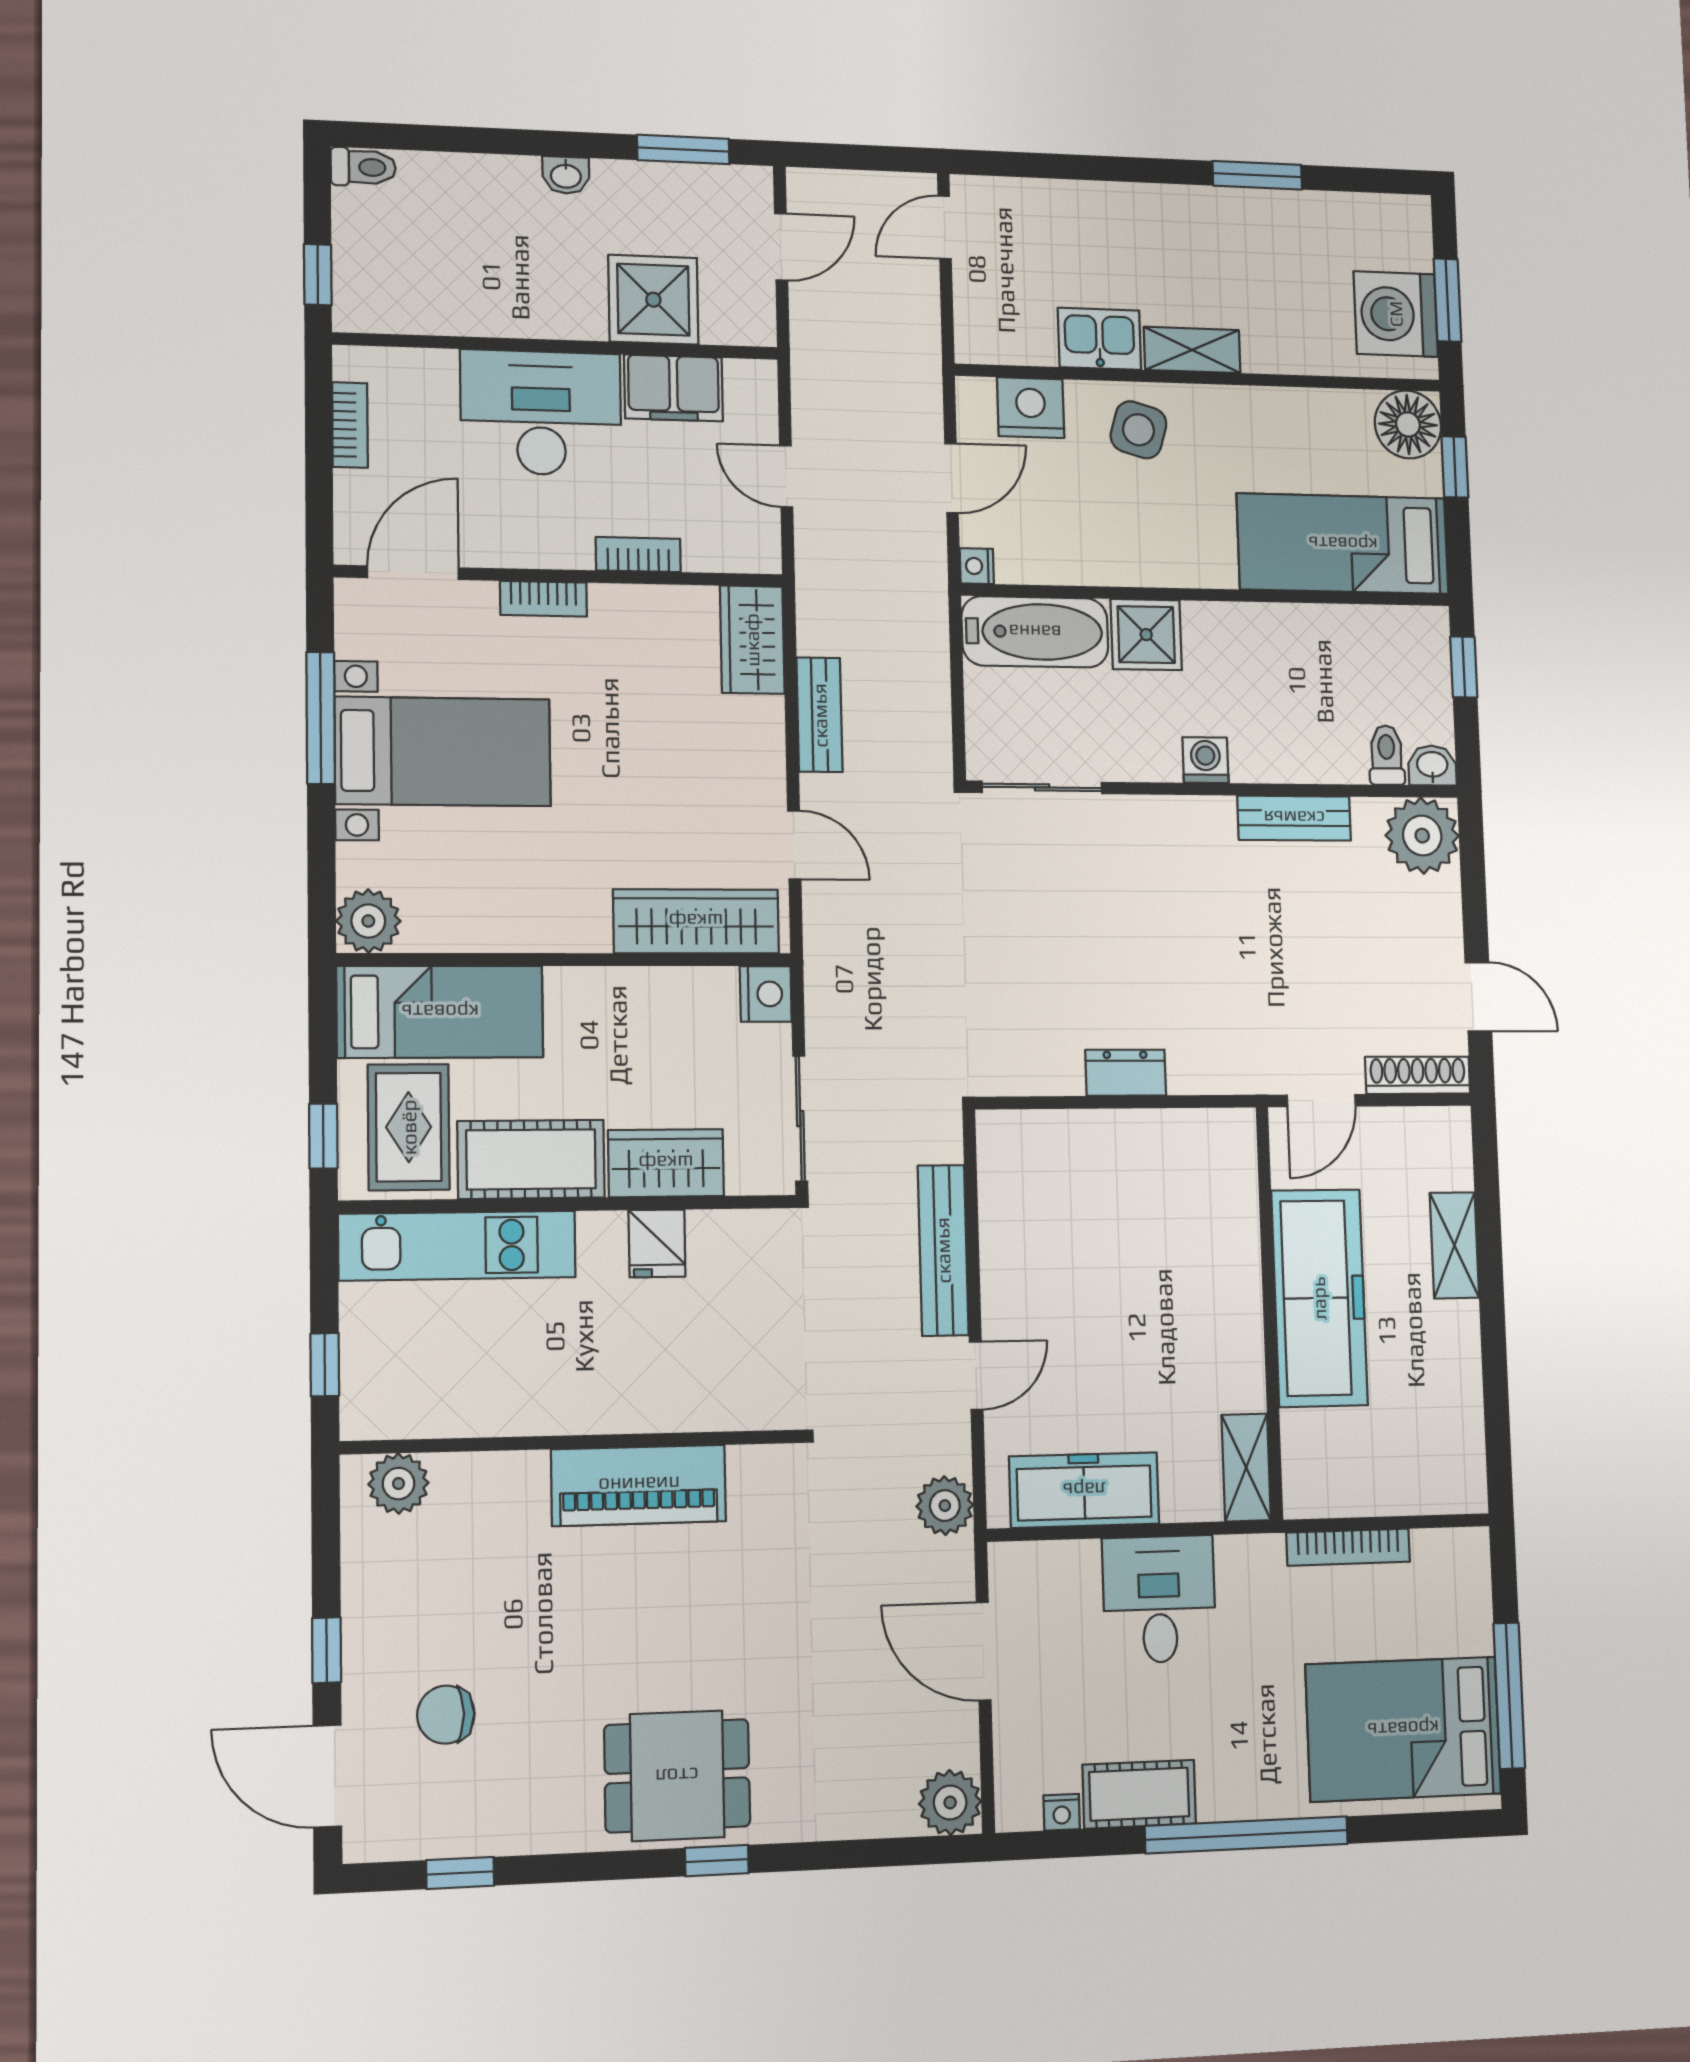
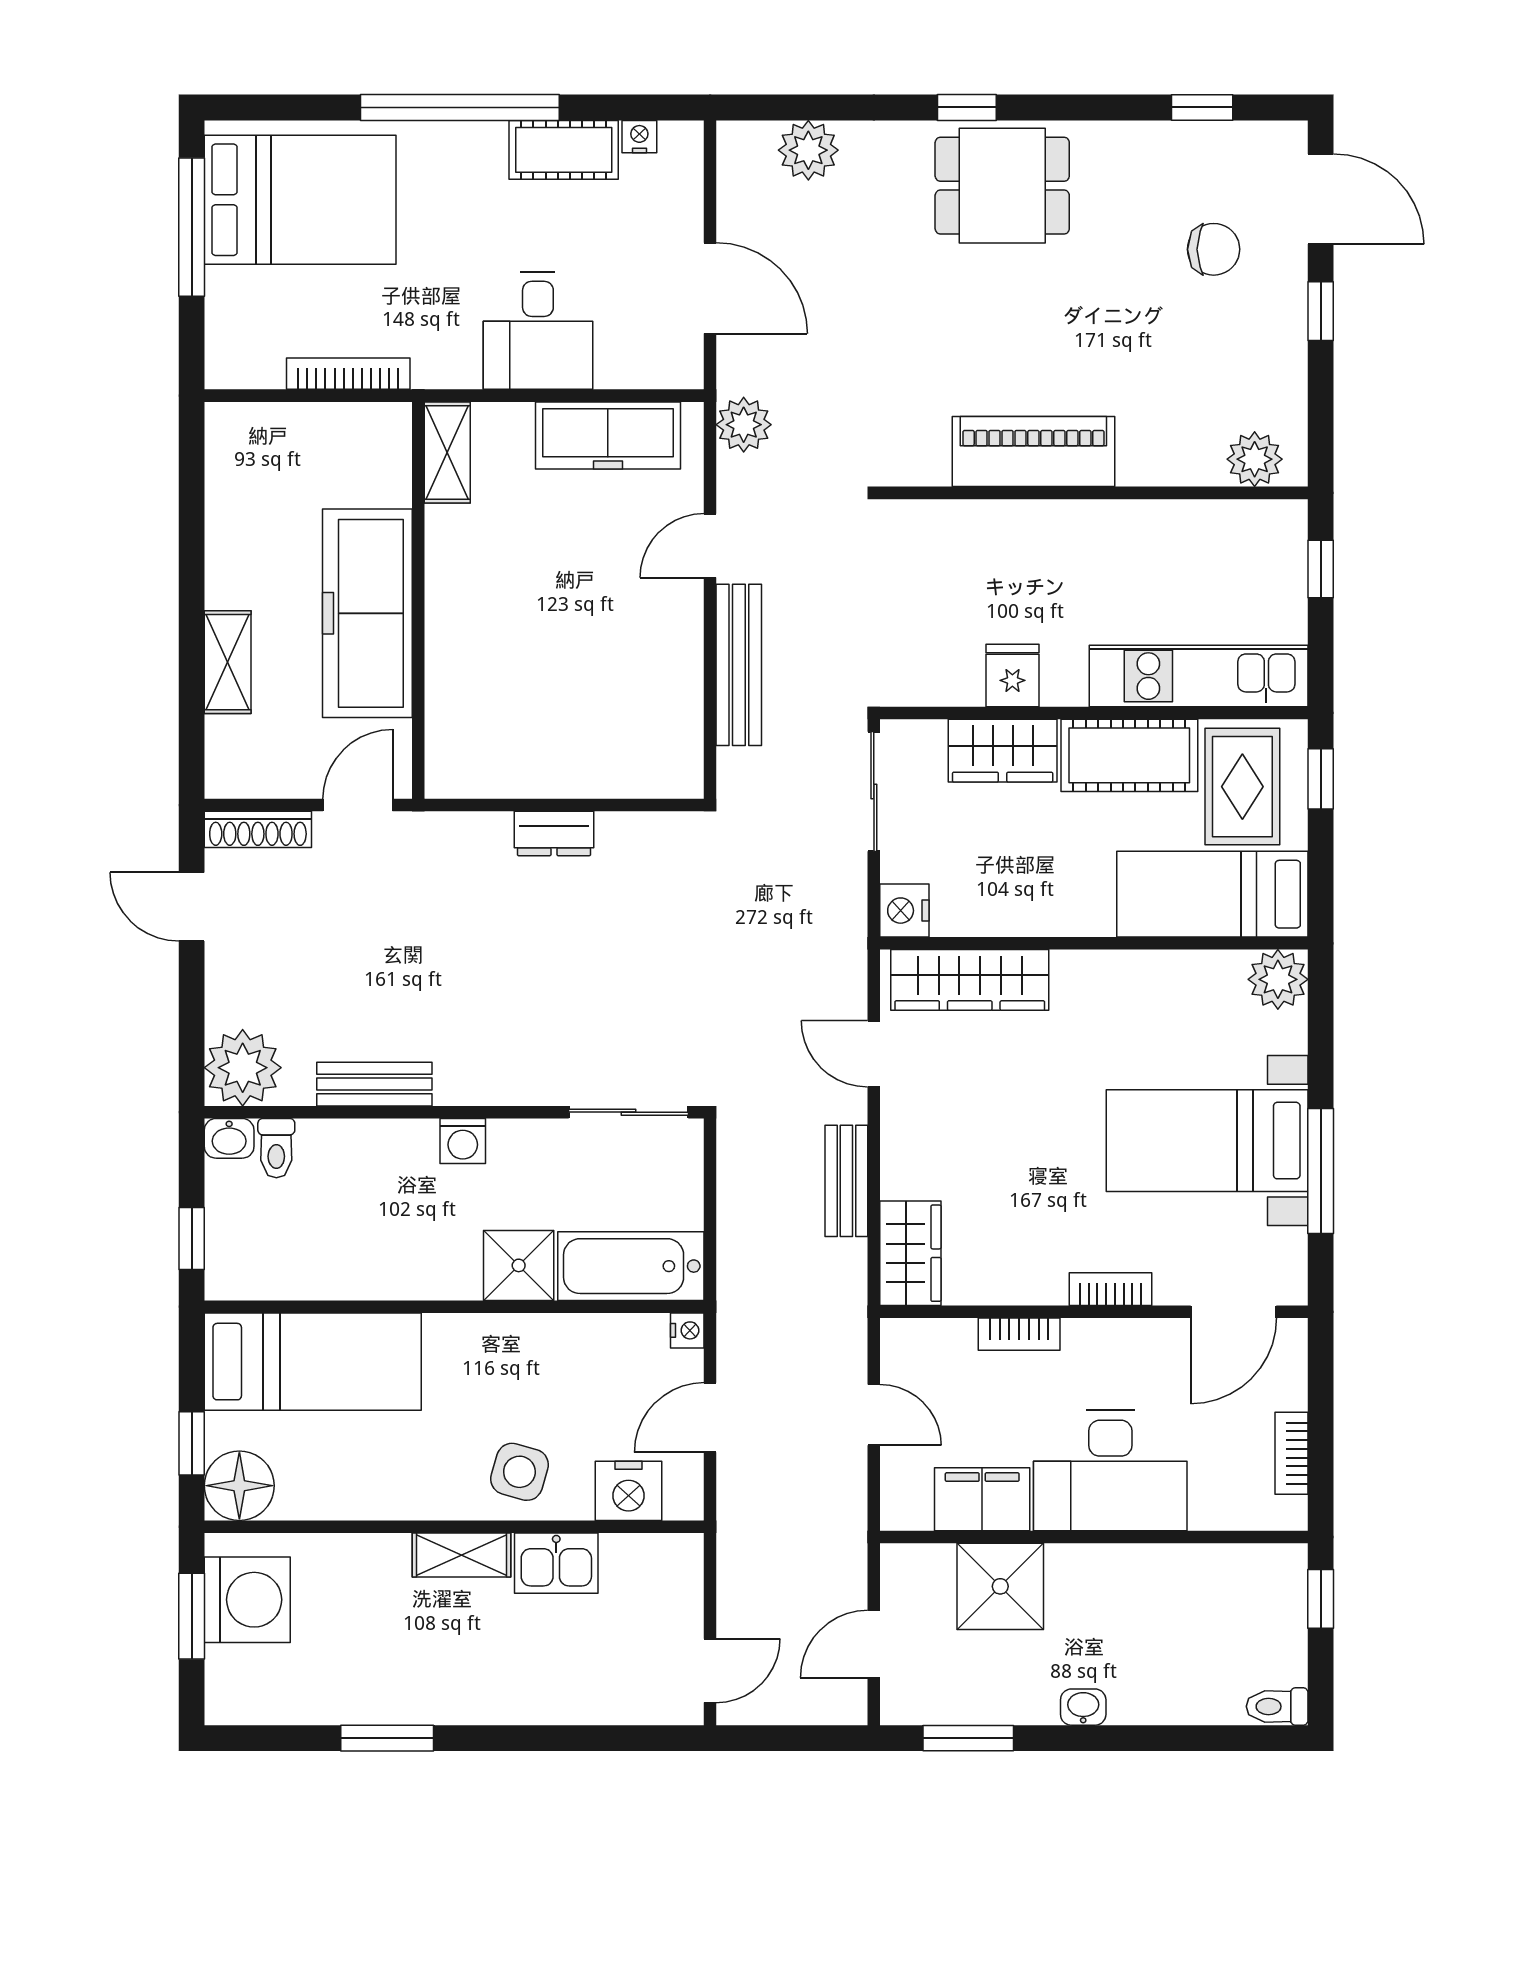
plant: (950, 1803) -> (808, 150), moved

